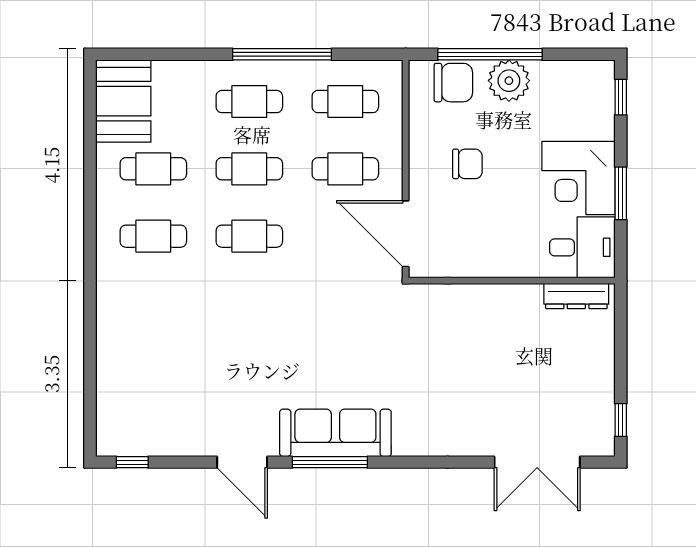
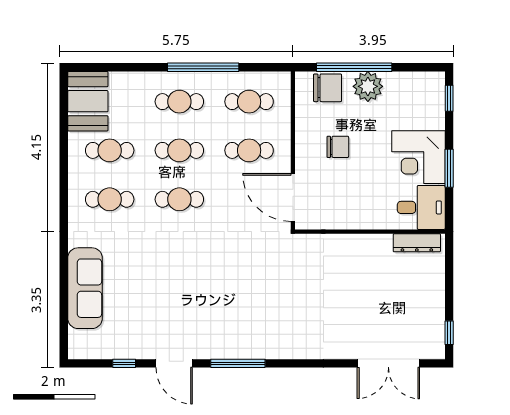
sofa: (335, 433) -> (85, 288), moved, turned 90
window: (132, 462) -> (124, 363), moved

